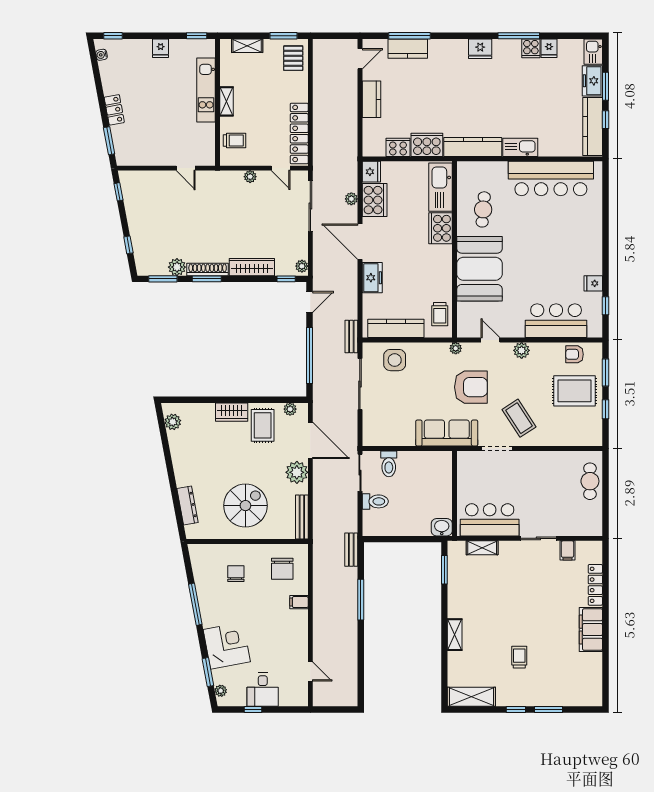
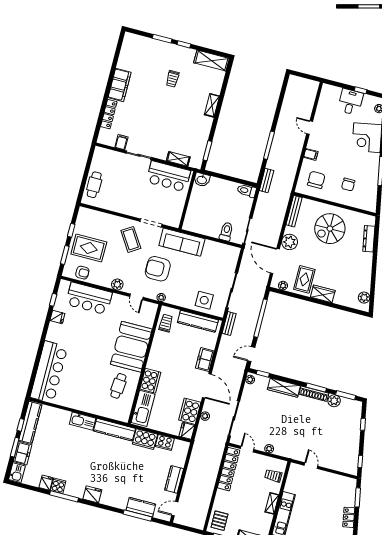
bar counter: (551, 178) -> (49, 372), moved, turned 90
toilet: (375, 501) -> (247, 191), moved
door: (310, 672) -> (310, 128), moved

